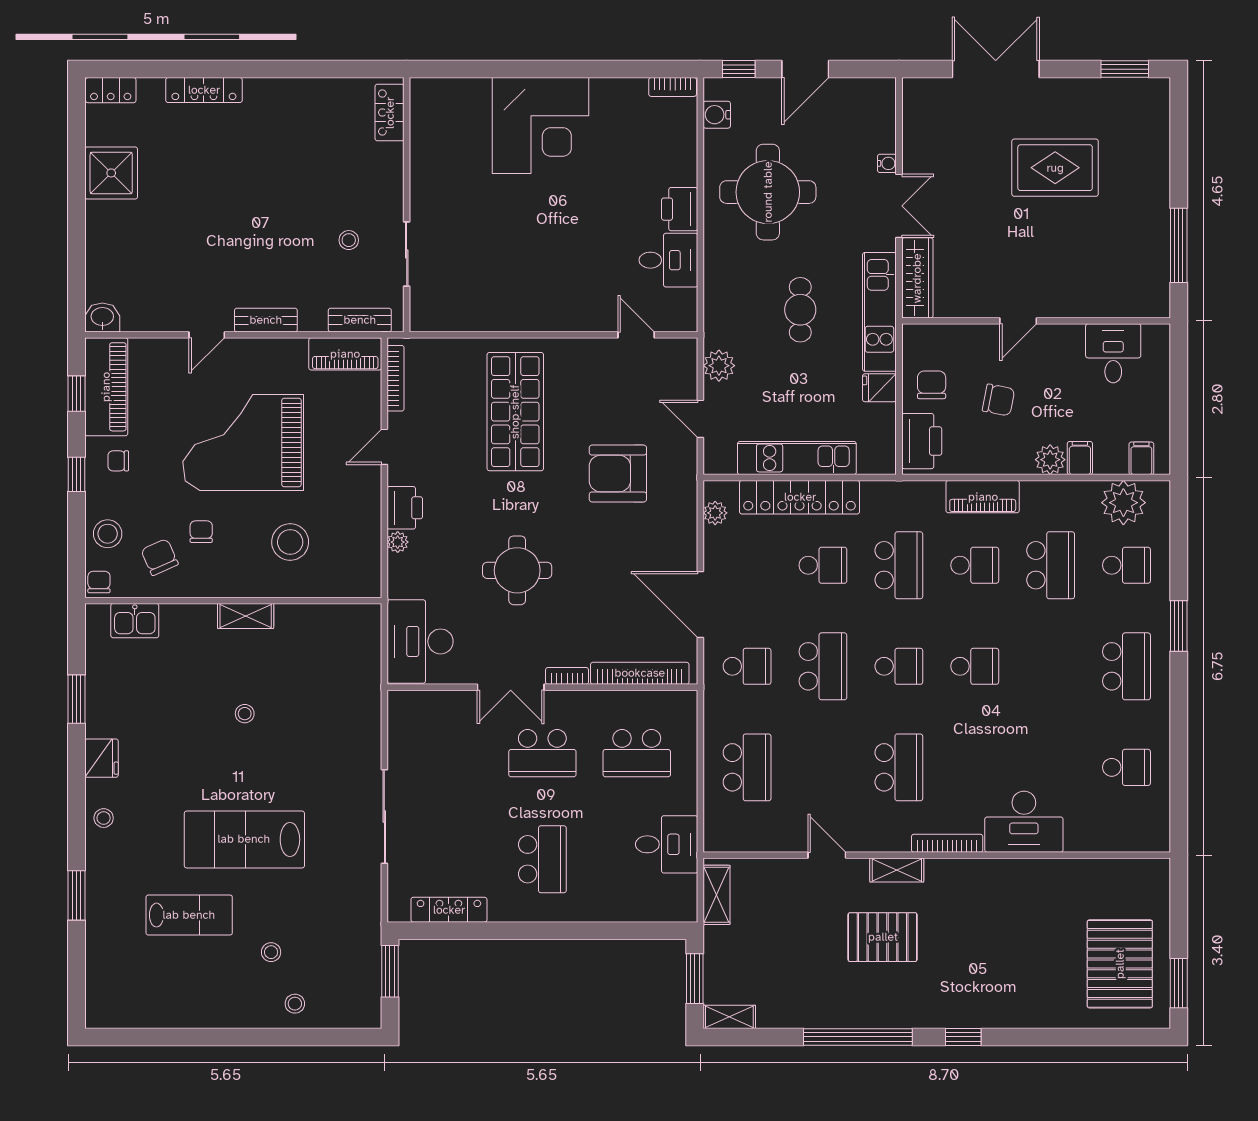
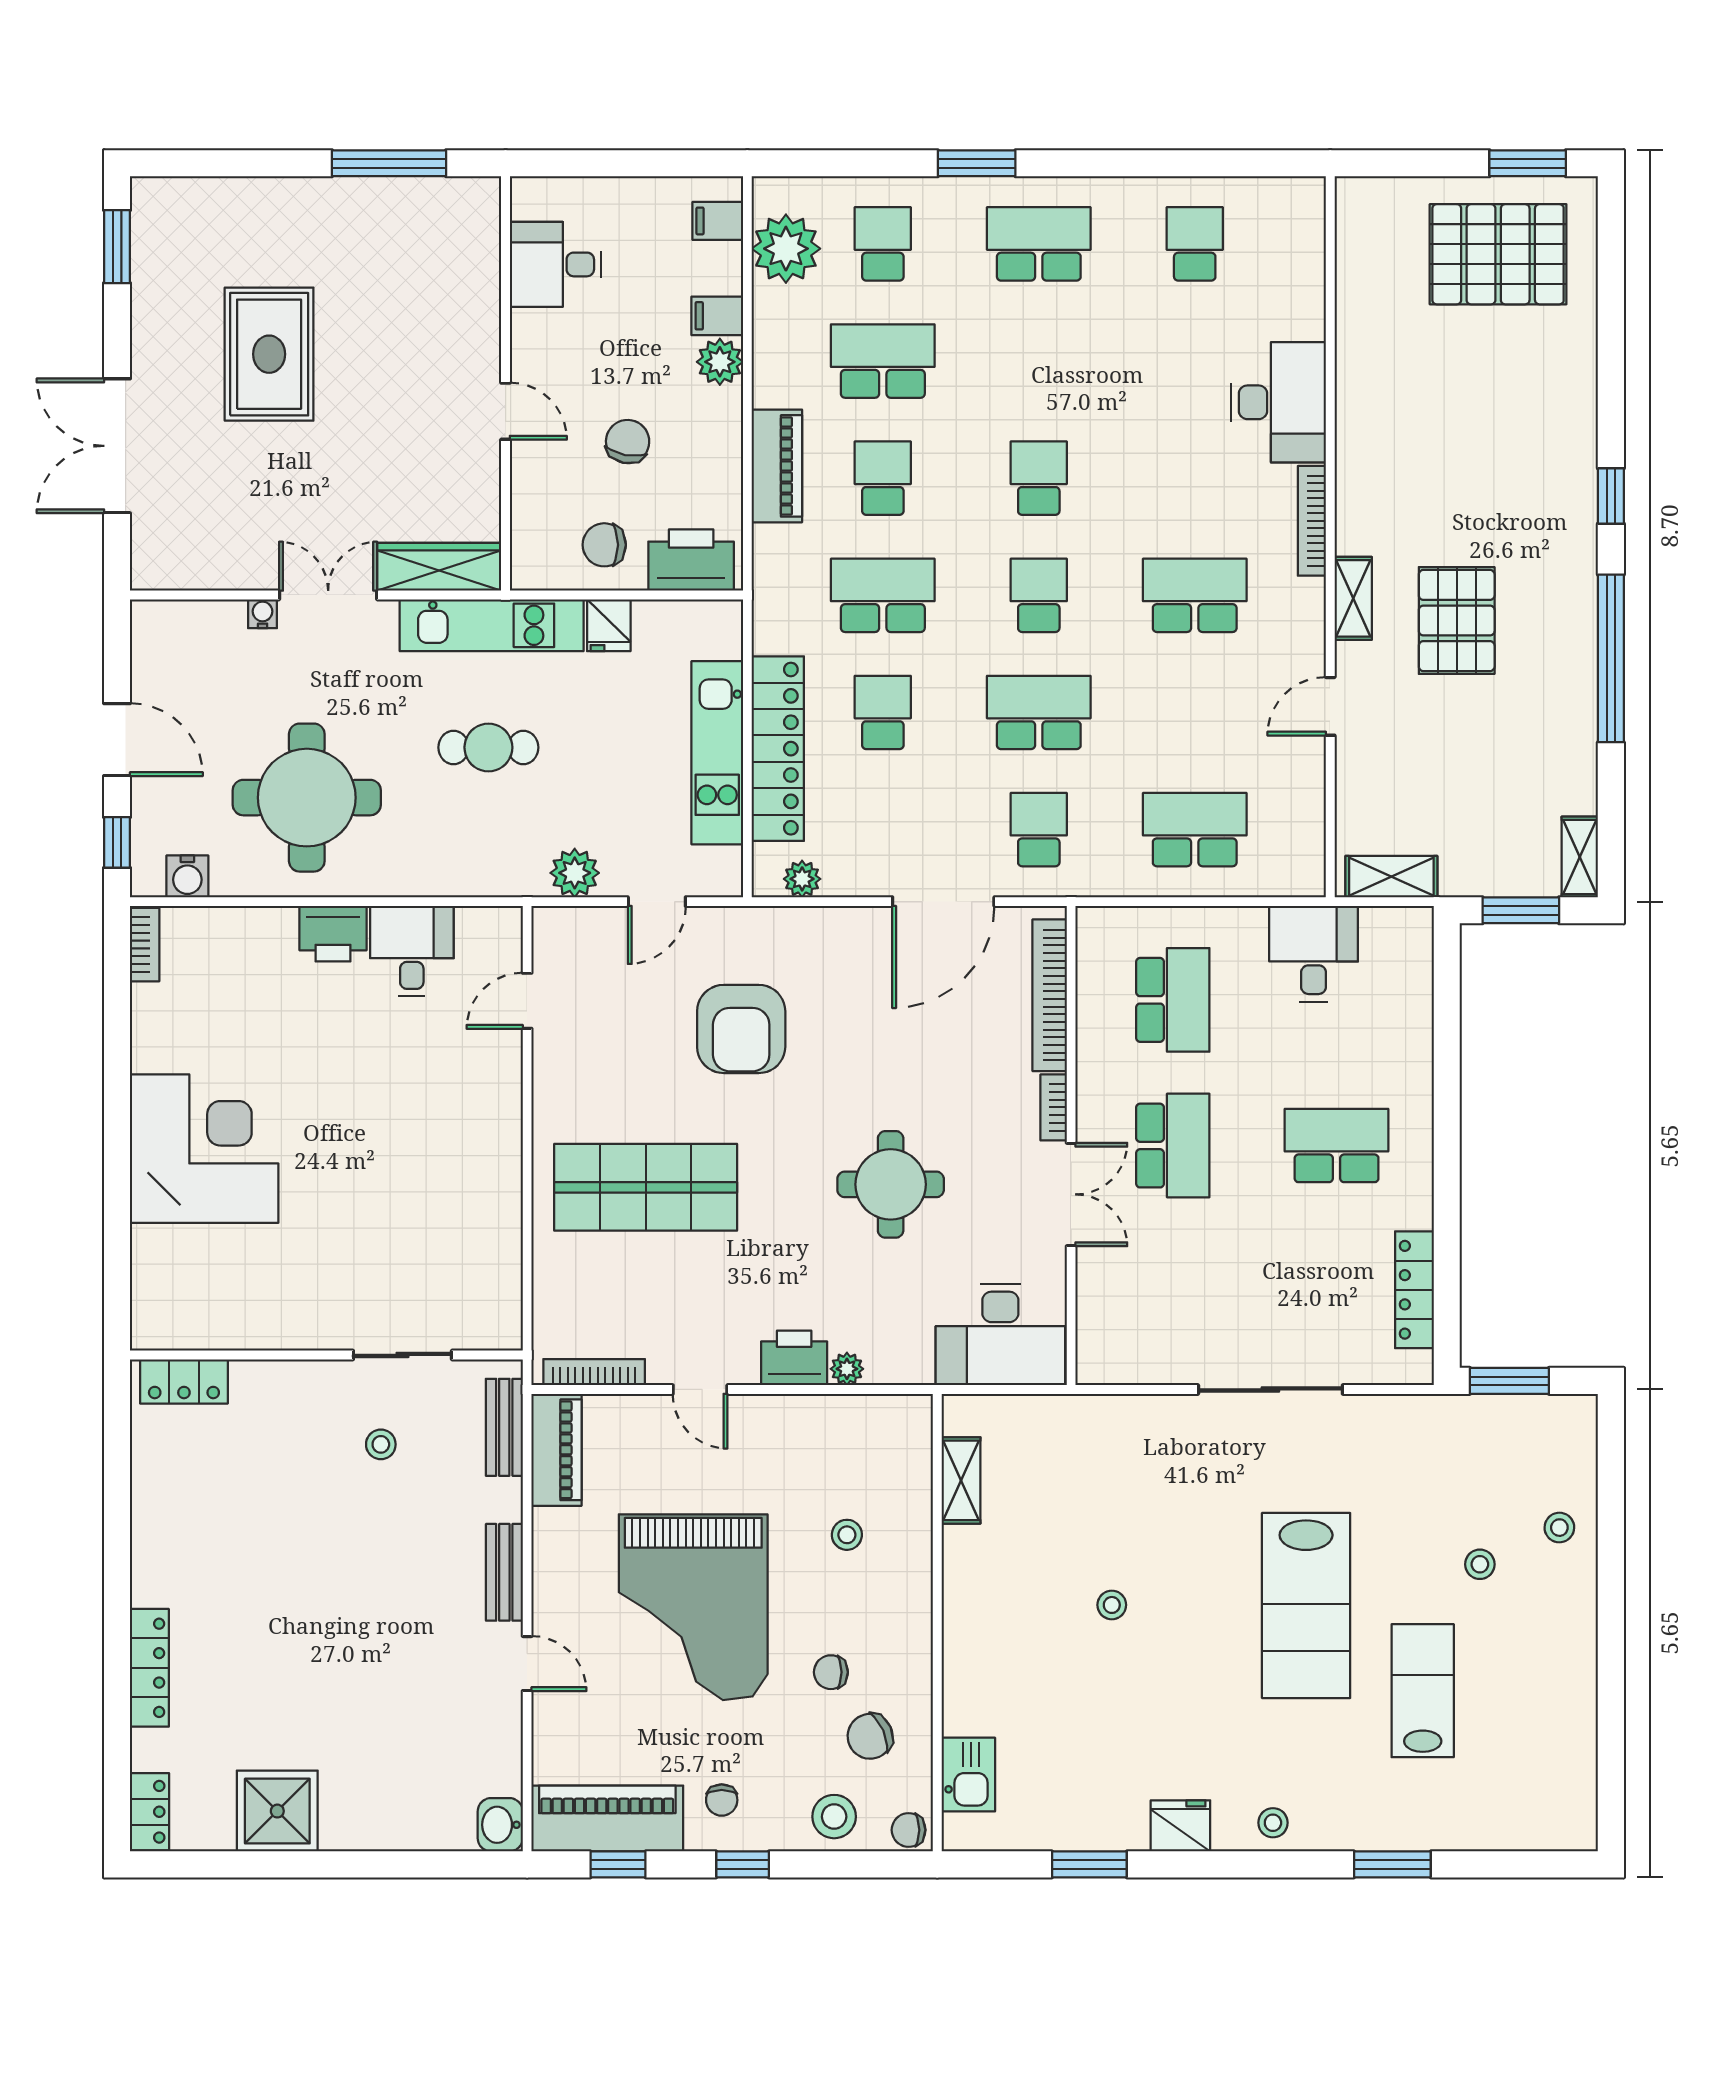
stool: (290, 542) -> (847, 1535), width x0.53, depth x0.53
shelving: (246, 616) -> (961, 1480), moved

